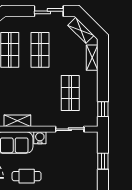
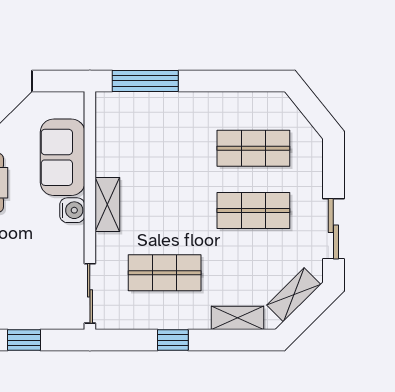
window: (103, 109) -> (173, 340), moved
shelving: (17, 121) -> (107, 205), moved
sliding door: (70, 129) -> (90, 293), moved

